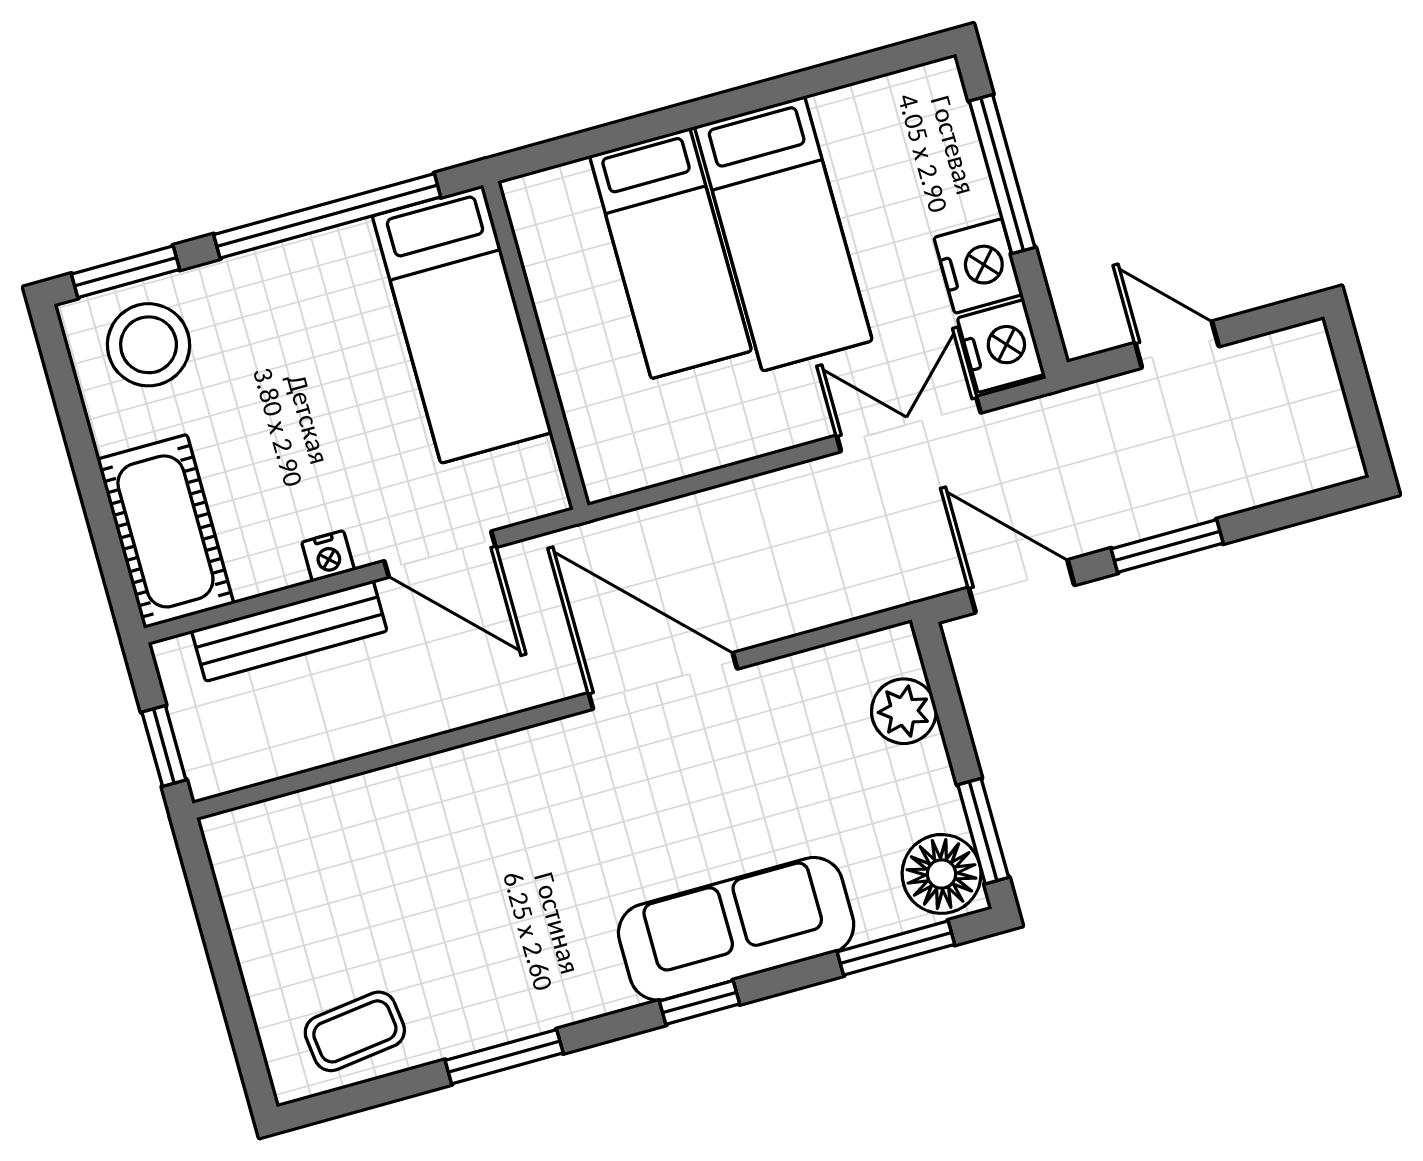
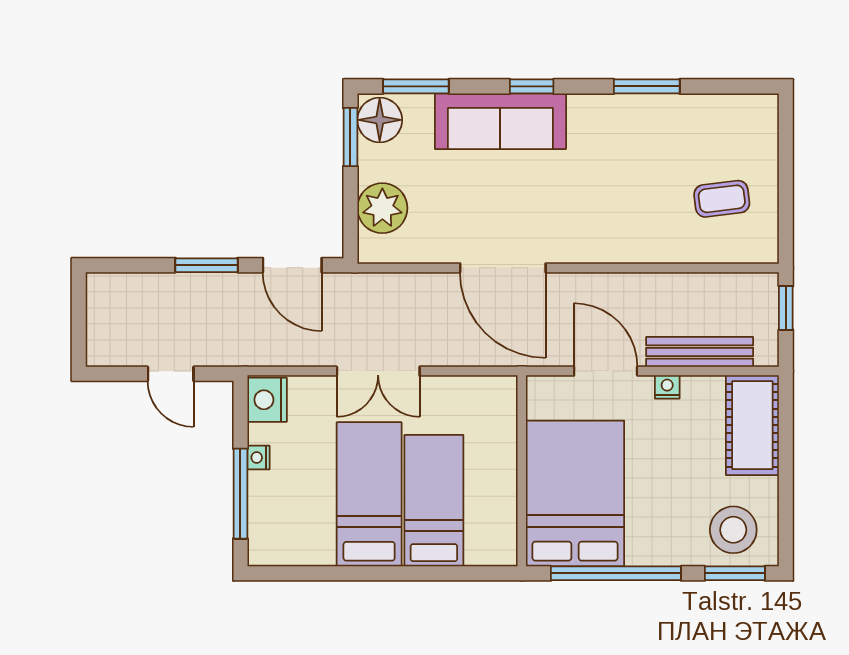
nightstand: (978, 266) -> (258, 458), width x0.53, depth x0.56
bed: (462, 324) -> (575, 494), width x1.50
double door: (909, 424) -> (378, 371), moved
plant: (904, 711) -> (382, 208), width x1.36, depth x1.36
coffee table: (355, 1031) -> (722, 199), moved

